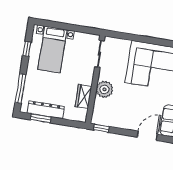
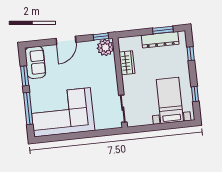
window: (20, 88) -> (191, 54), width x0.46
plant: (104, 89) -> (105, 48), moved
door: (147, 136) -> (66, 40), moved

